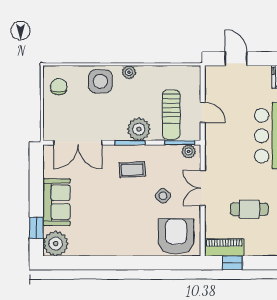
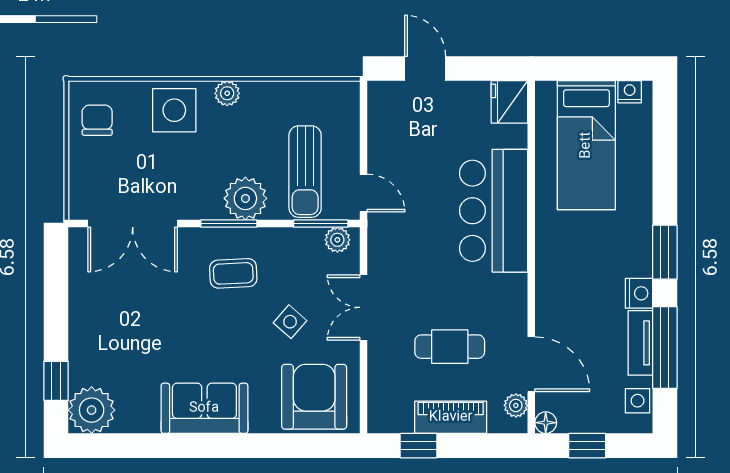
door: (203, 113) -> (363, 193), moved
sofa: (57, 202) -> (204, 408), moved, turned -90
piano: (224, 247) -> (451, 417), moved

